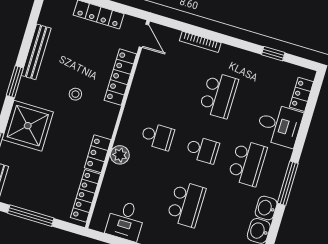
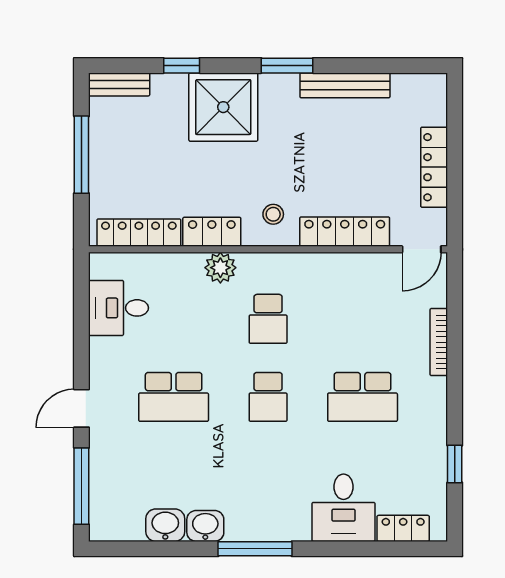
stool: (75, 94) -> (273, 214), moved
school desk: (247, 163) -> (268, 475), removed

